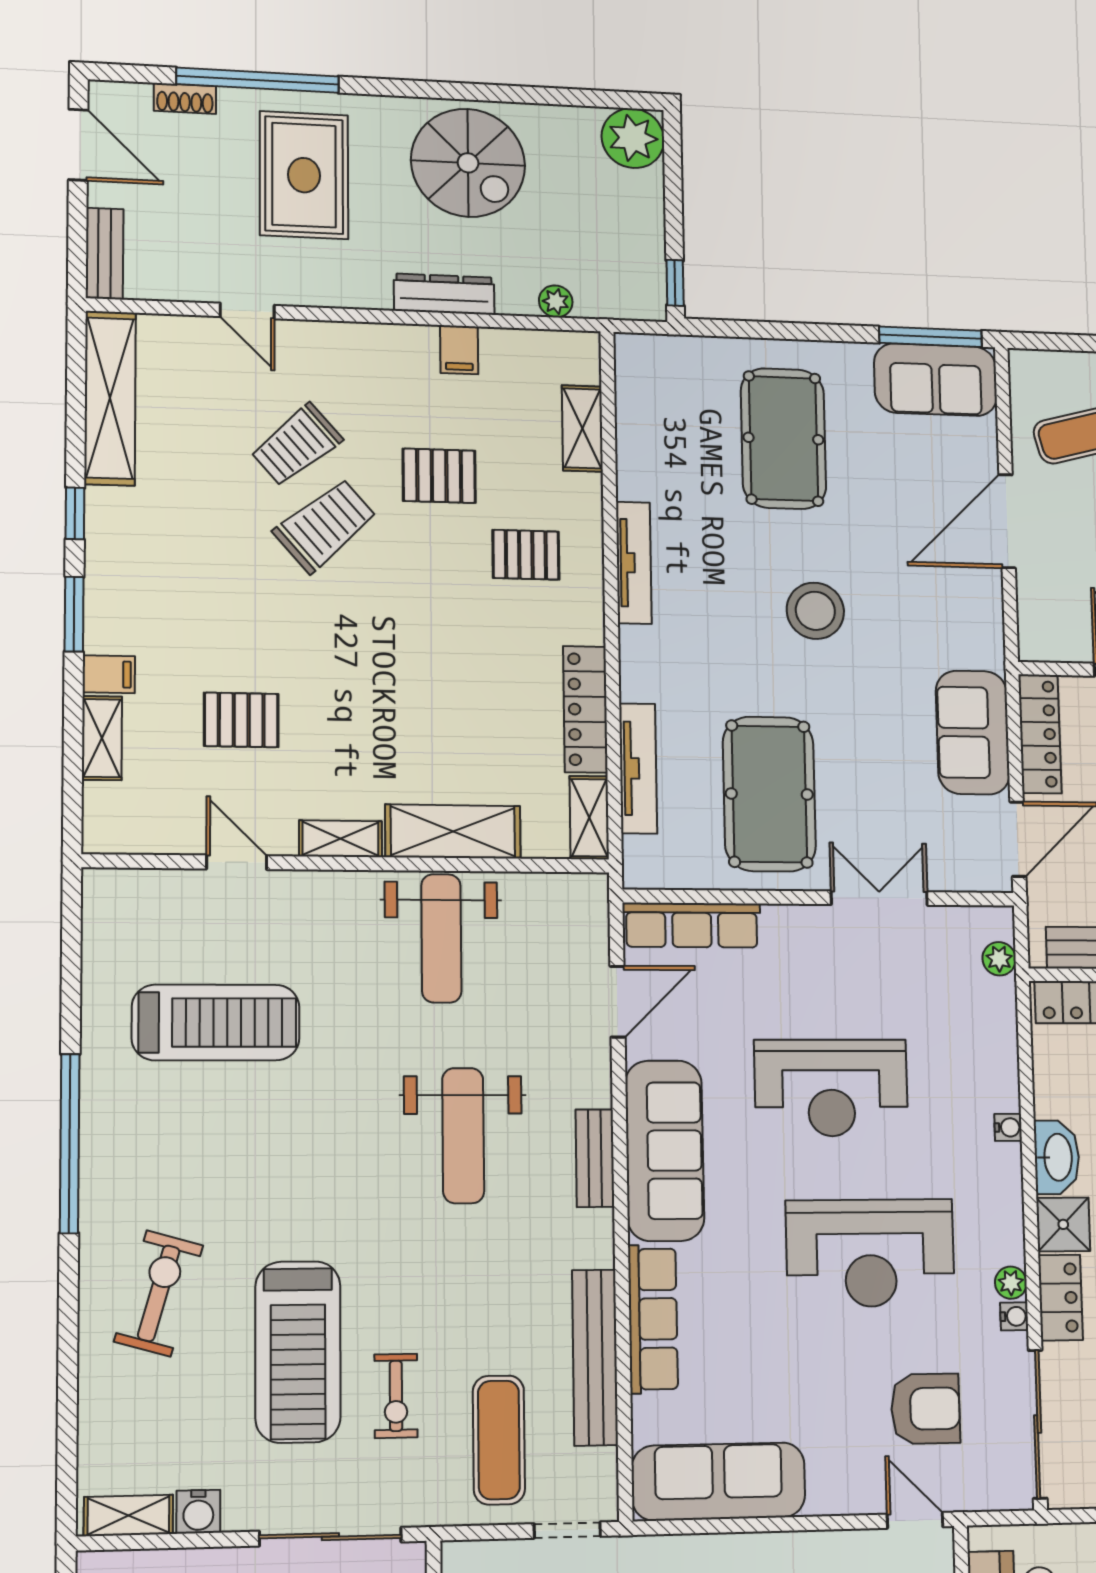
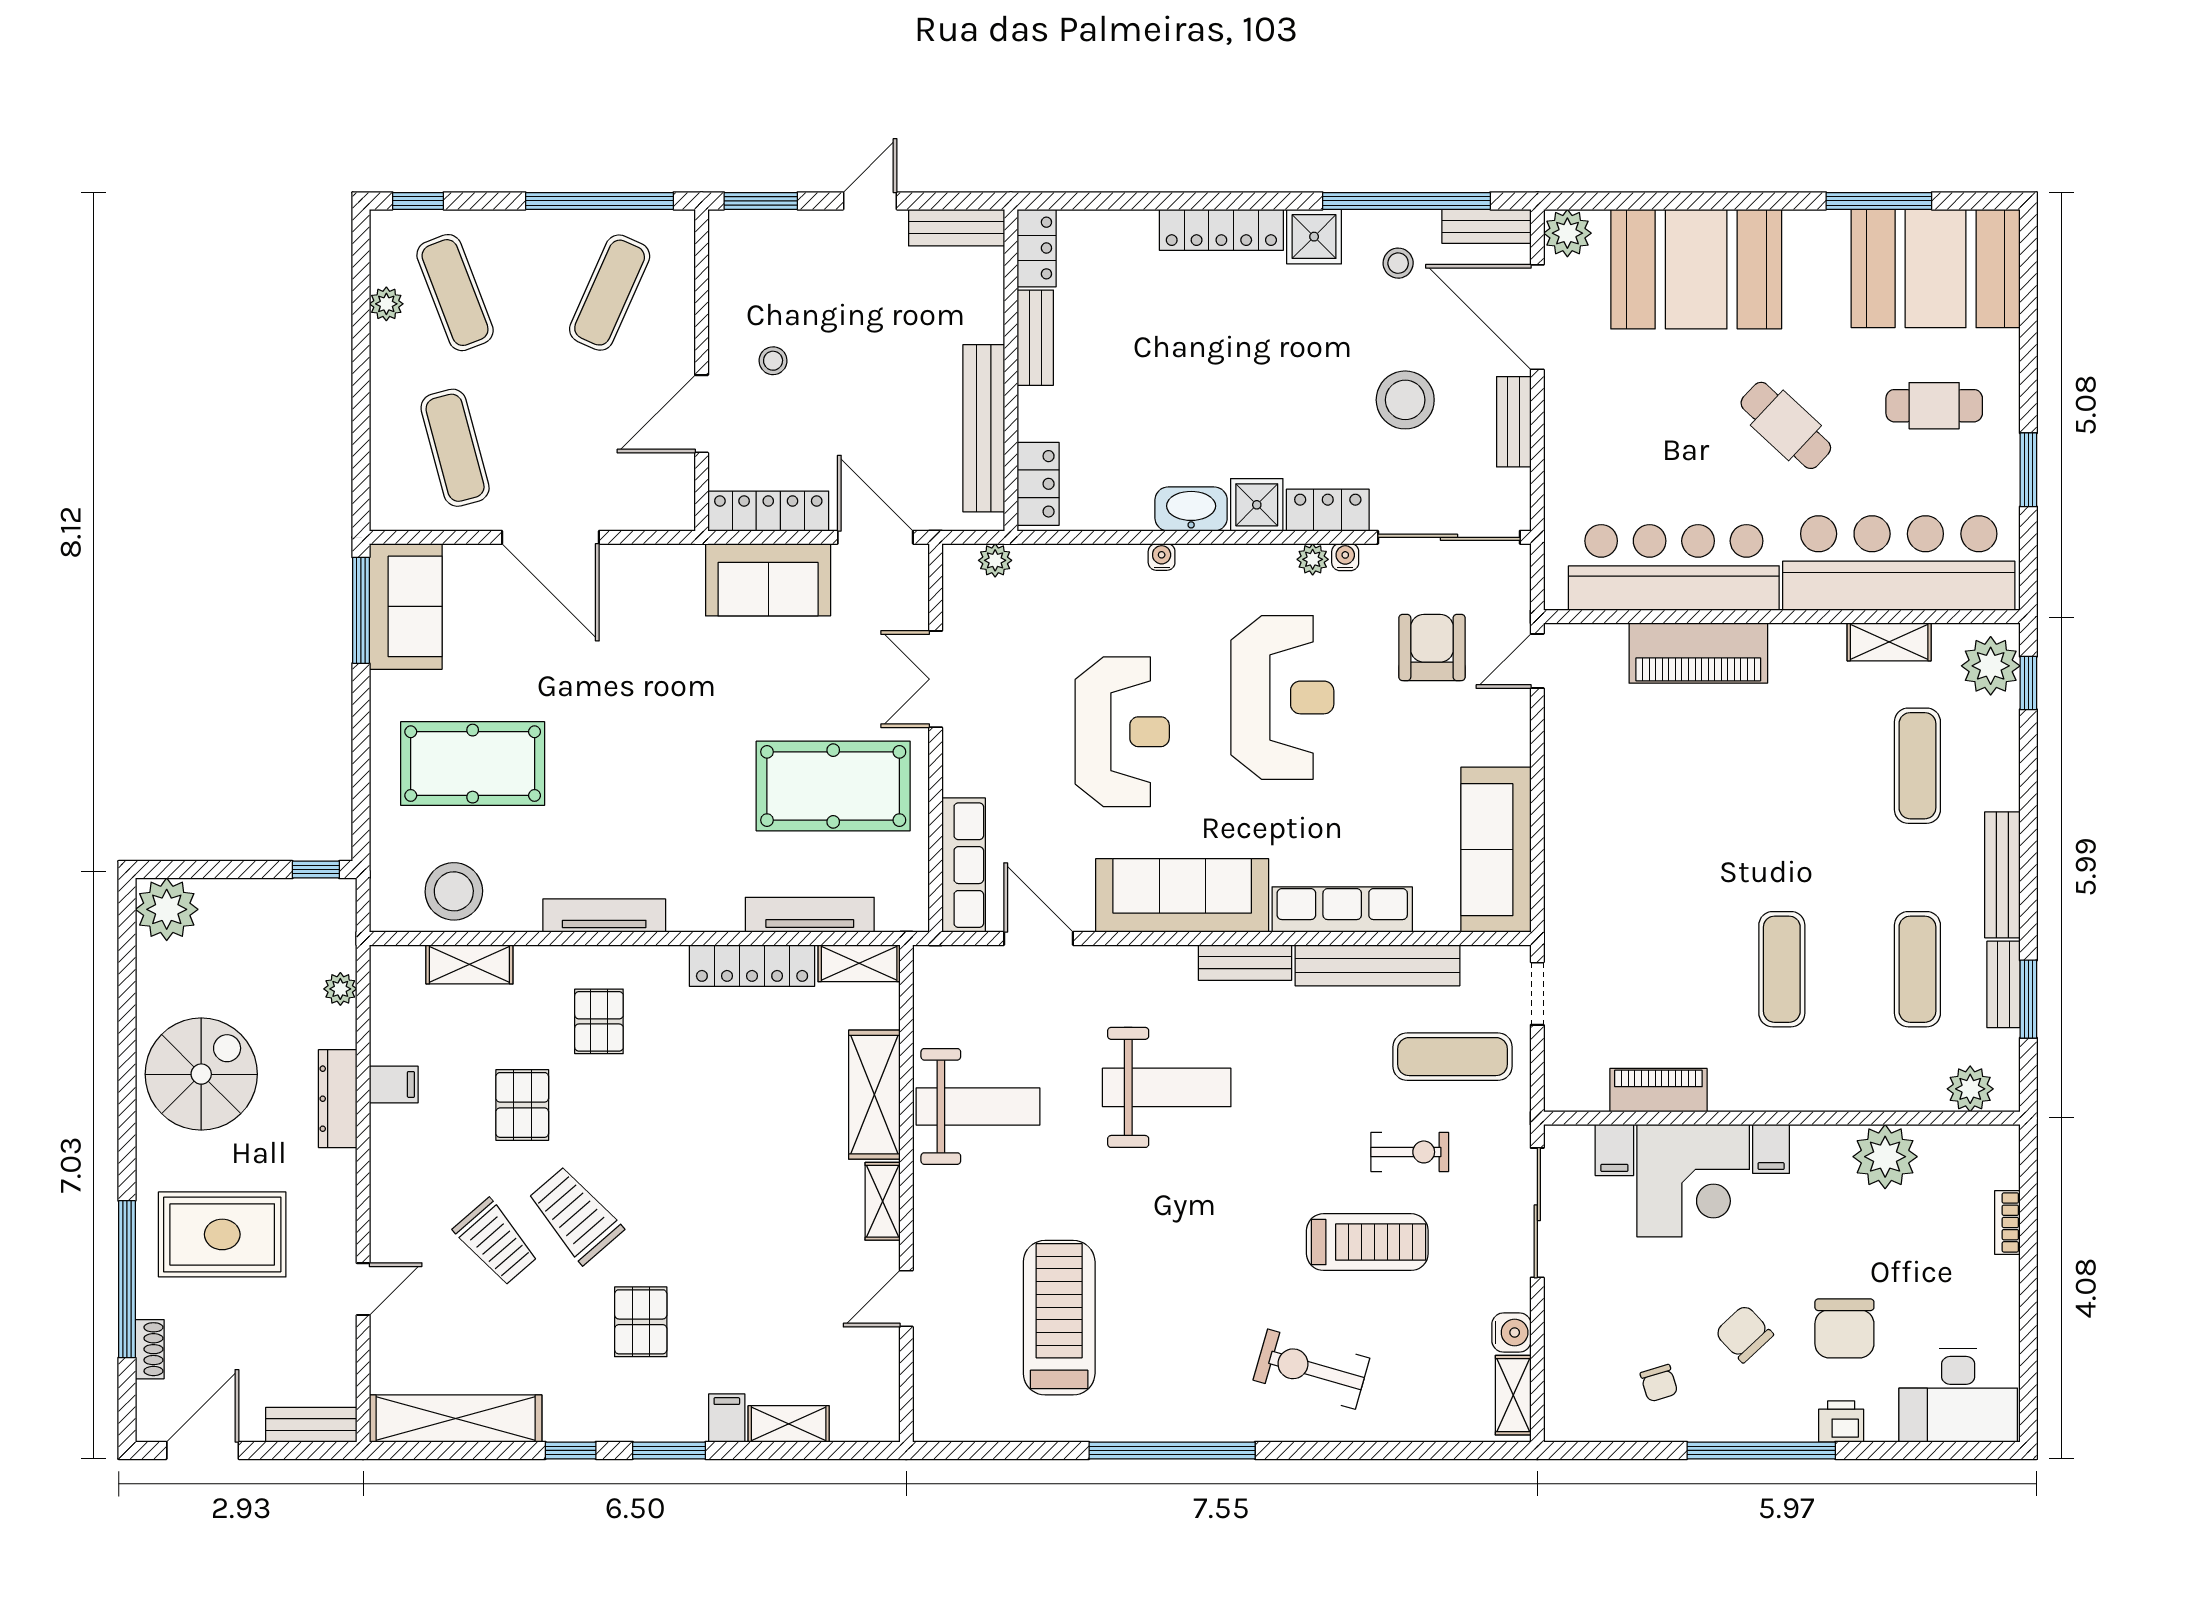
stool: (815, 611) -> (454, 891), moved
pallet: (241, 720) -> (641, 1322), moved
bench: (595, 1158) -> (1245, 963), moved
treadmill: (298, 1352) -> (1367, 1242), width x0.73, depth x0.73

